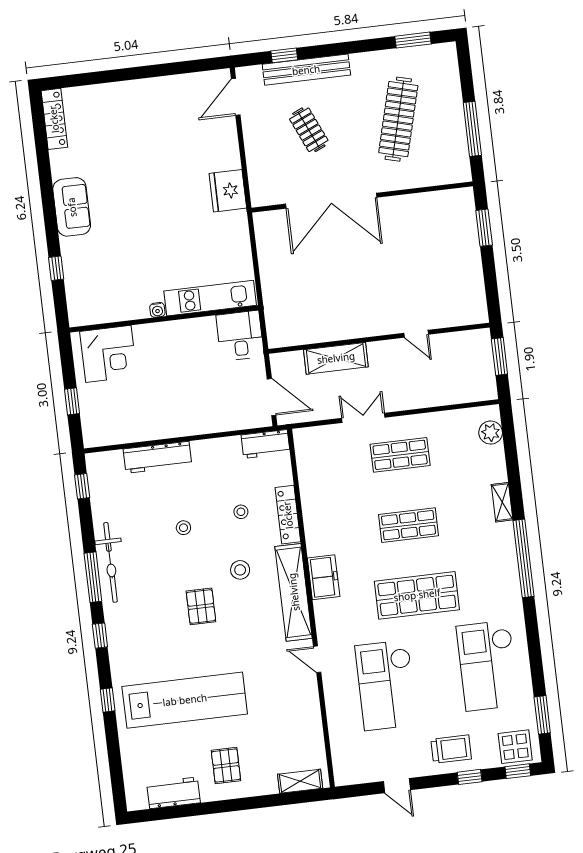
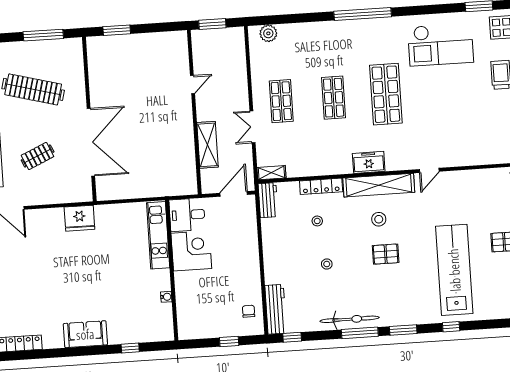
water cooler: (157, 310) -> (166, 297), moved
corner desk: (108, 354) -> (191, 251), moved
chair: (114, 426) -> (249, 311), added
workbench: (158, 457) -> (276, 309), moved
shelving: (502, 502) -> (271, 173), moved
stool: (240, 570) -> (379, 219), moved
window: (100, 636) -> (403, 330), width x1.50
checkout: (386, 685) -> (451, 120), removed

